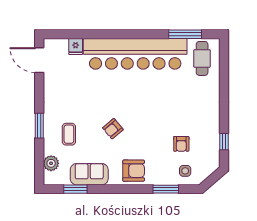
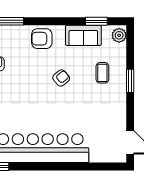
fridge: (76, 46) -> (96, 155), removed
plant: (51, 163) -> (119, 35), moved

